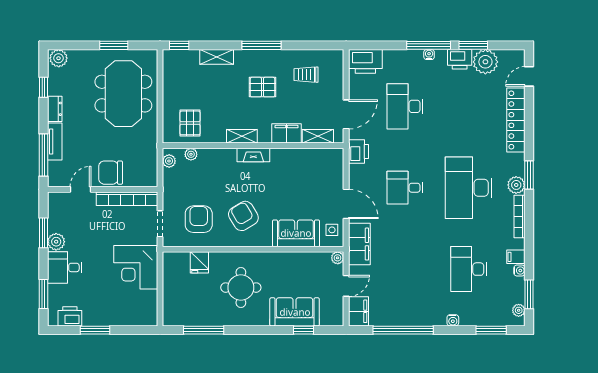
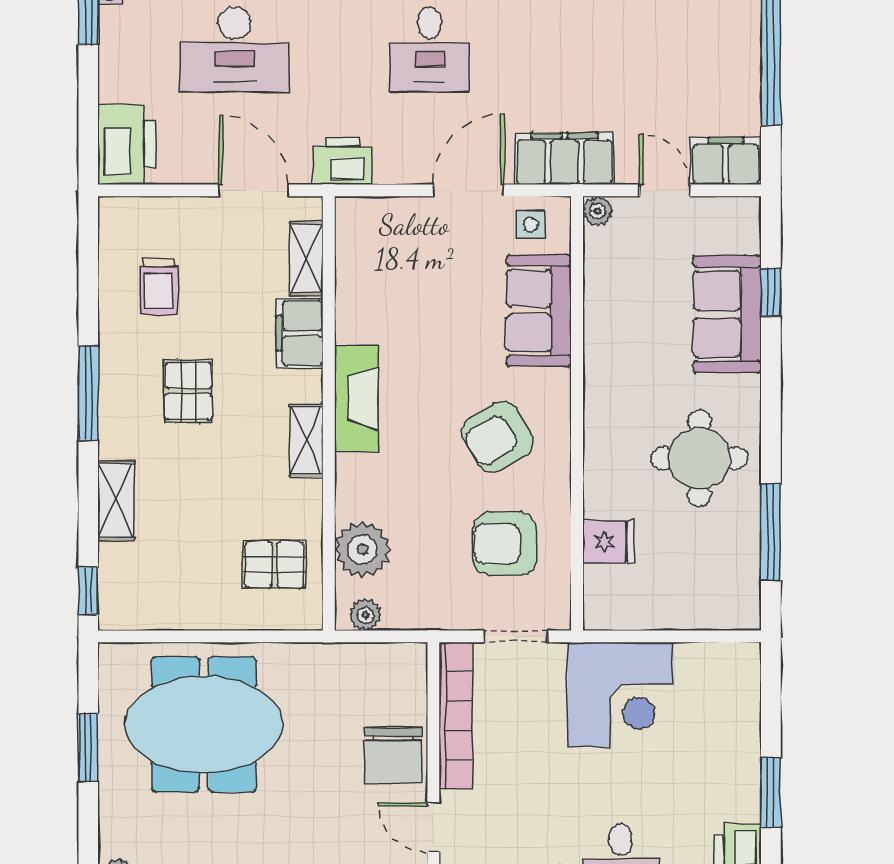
plant: (191, 154) -> (362, 549), width x1.88, depth x1.88
fireplace: (253, 155) -> (356, 398), width x1.37, depth x1.32
round table: (241, 288) -> (699, 458), moved

